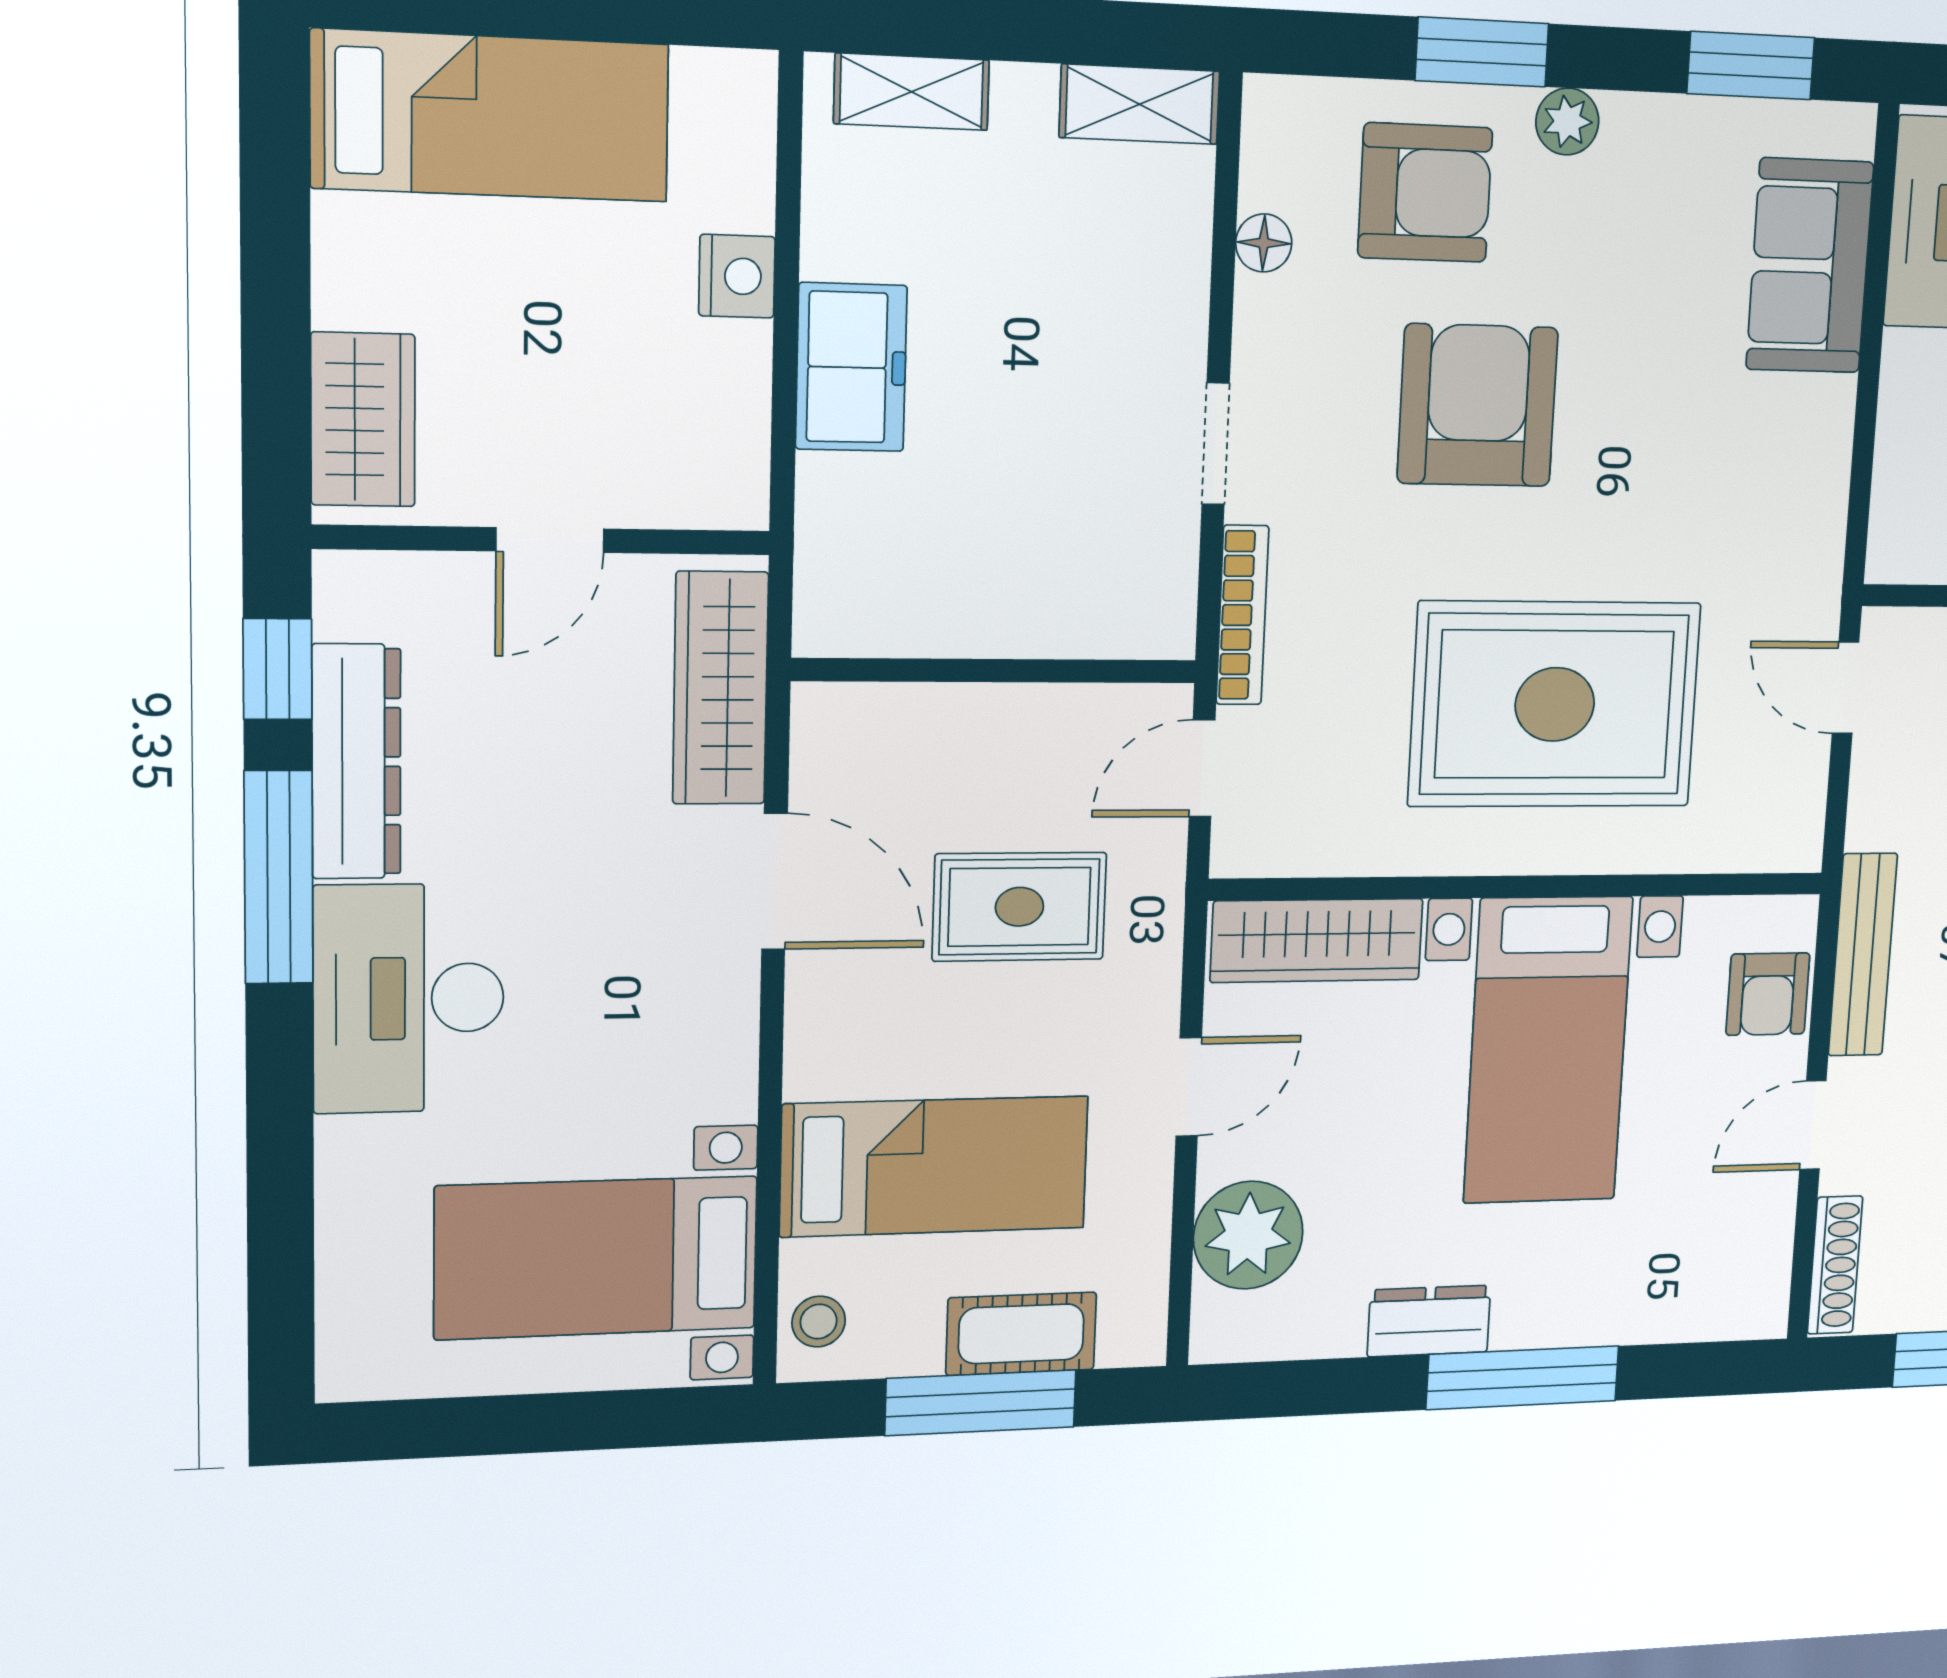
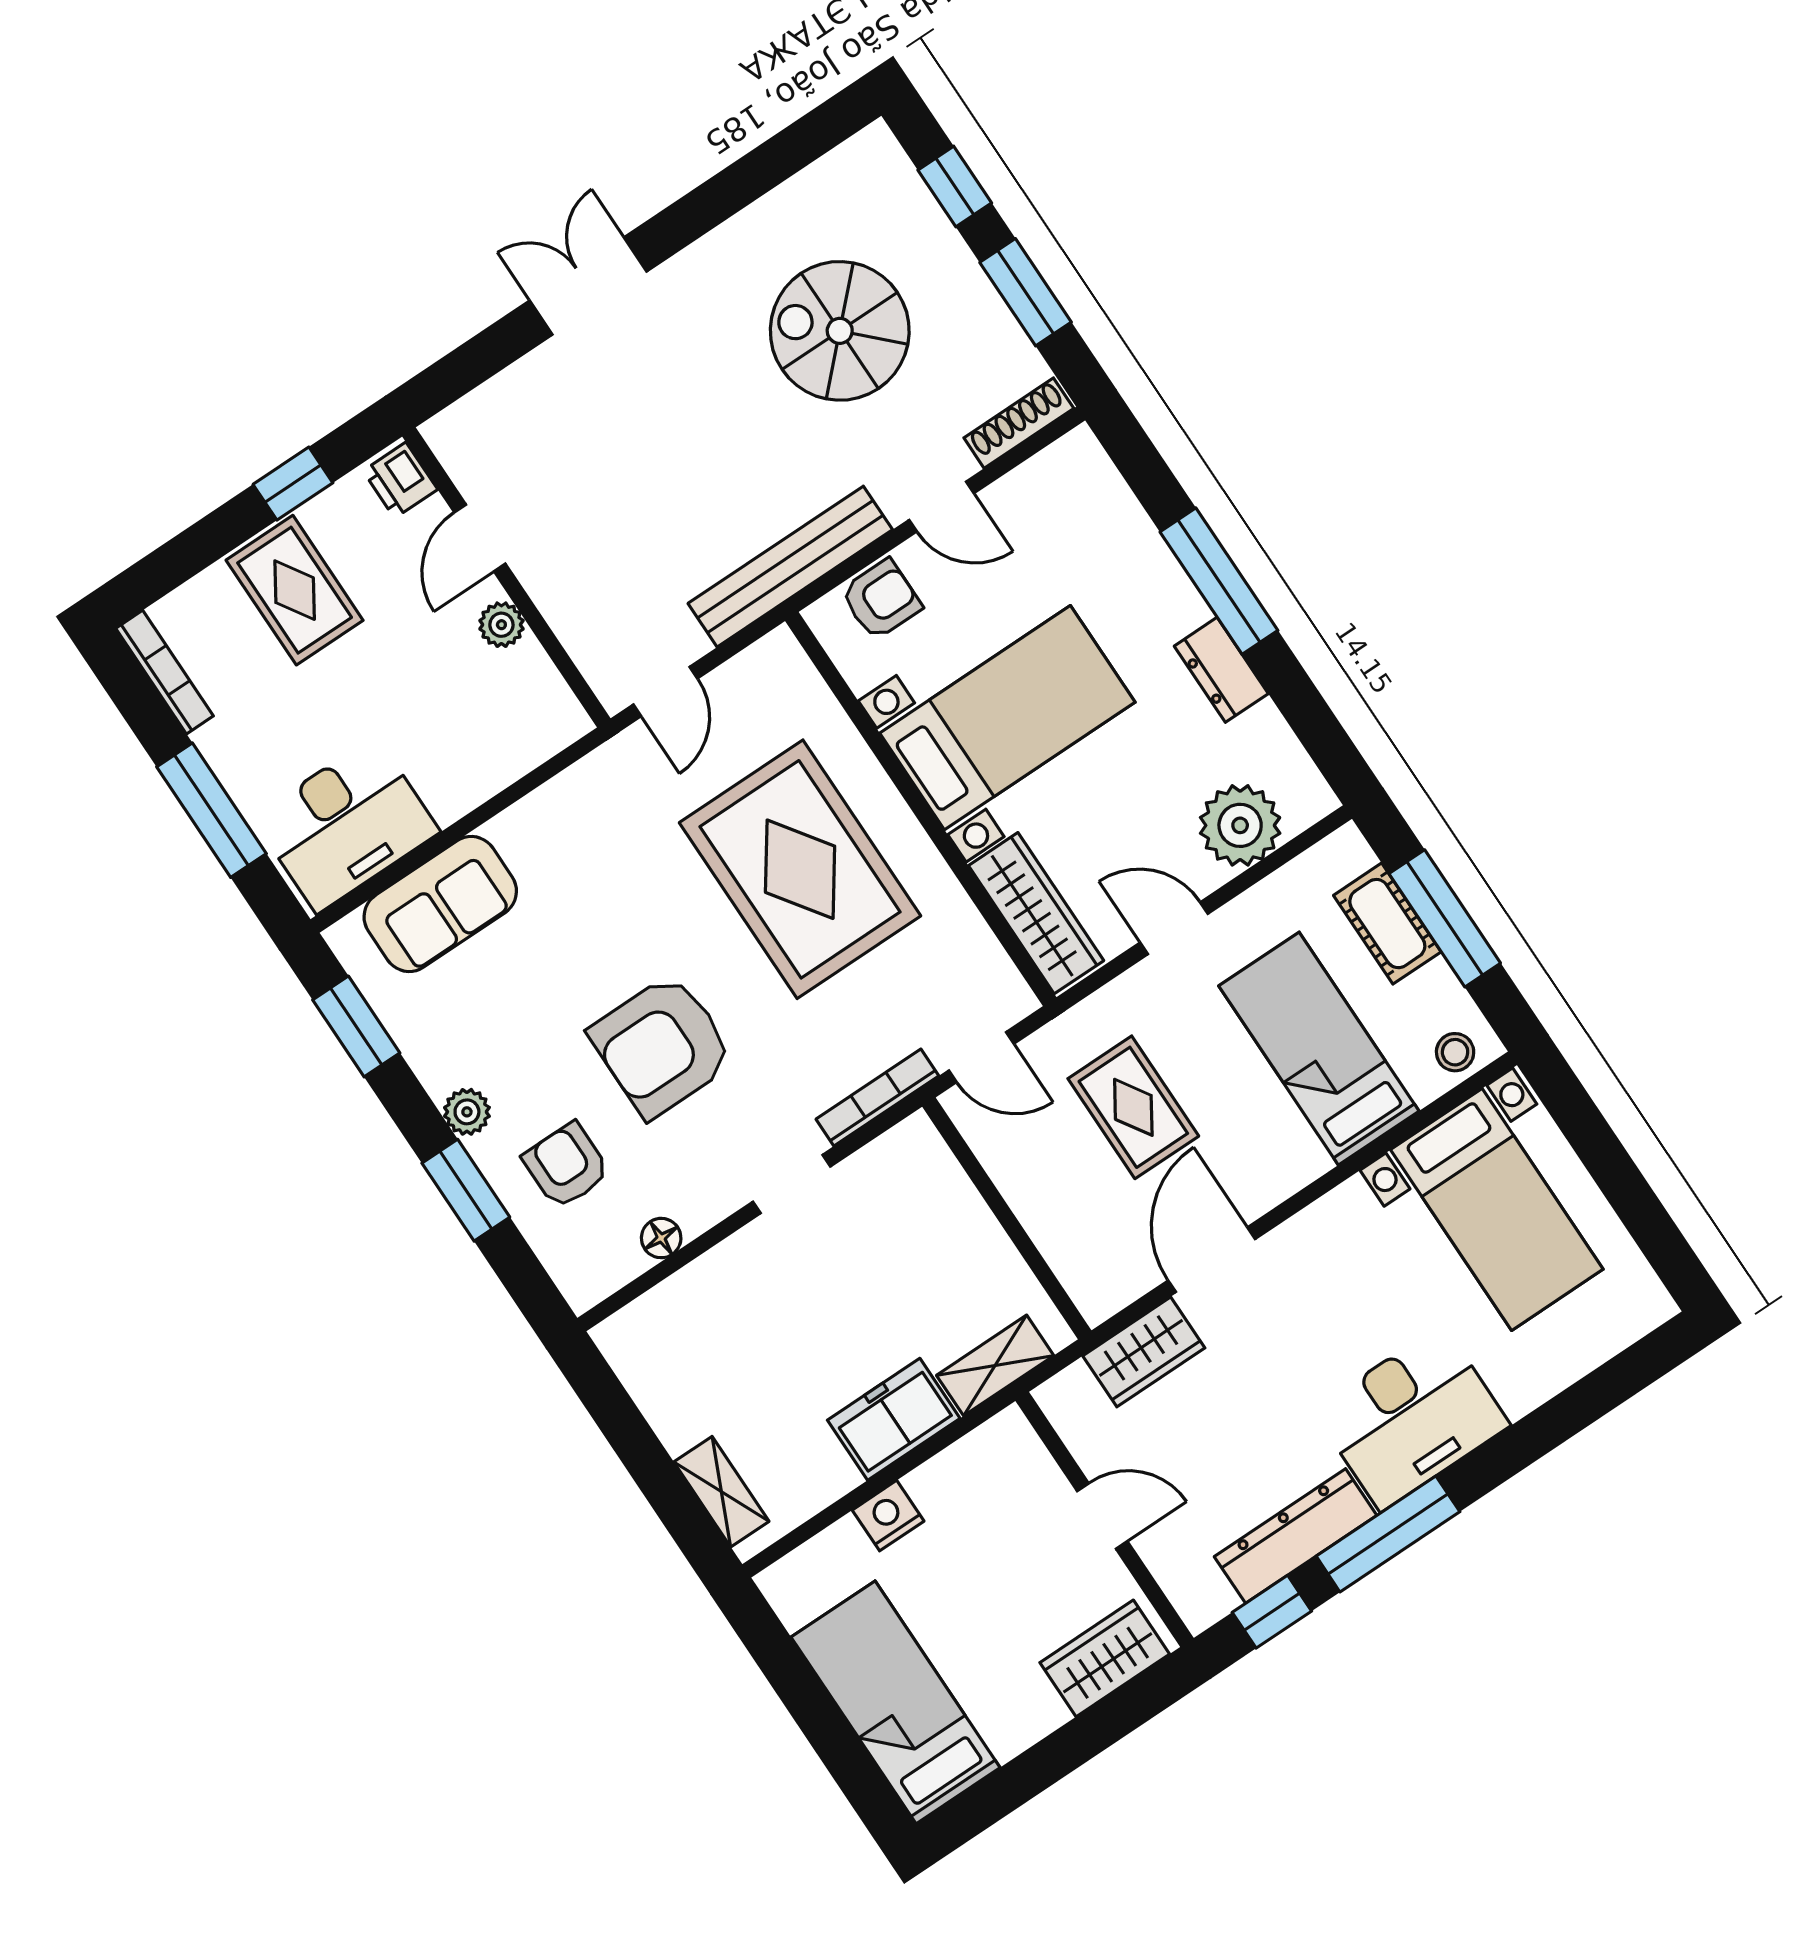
shelving: (1140, 104) -> (995, 1365), moved, turned 90
armchair: (1425, 193) -> (566, 1166), width x0.72, depth x0.72
wardrobe: (720, 688) -> (1144, 1352), width x0.67
bench: (1863, 955) -> (790, 567), width x1.37, depth x1.21

